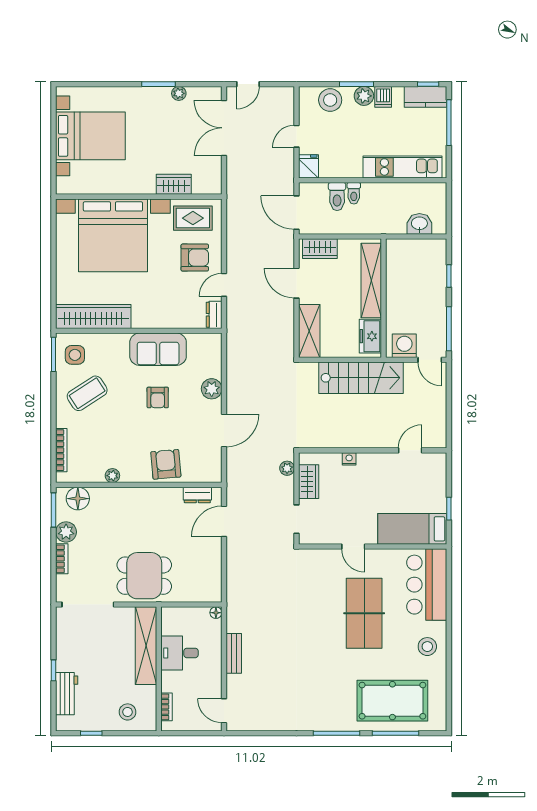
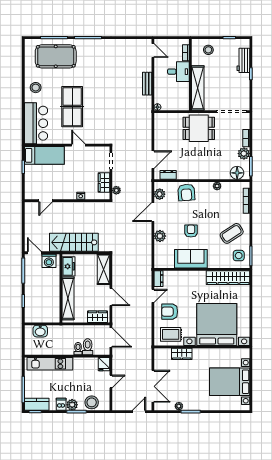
plant: (212, 461) -> (160, 194), added
desk: (179, 653) -> (178, 72), moved

